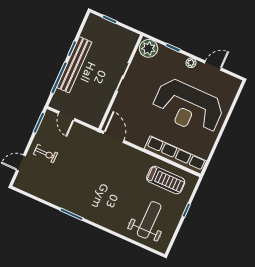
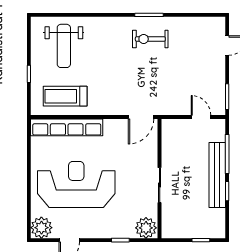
plant: (191, 63) -> (41, 228), moved, width x1.88, depth x1.88
door: (114, 137) -> (141, 117), hinge flipped
exercise bike: (46, 153) -> (150, 39), moved, width x1.38, depth x1.39

